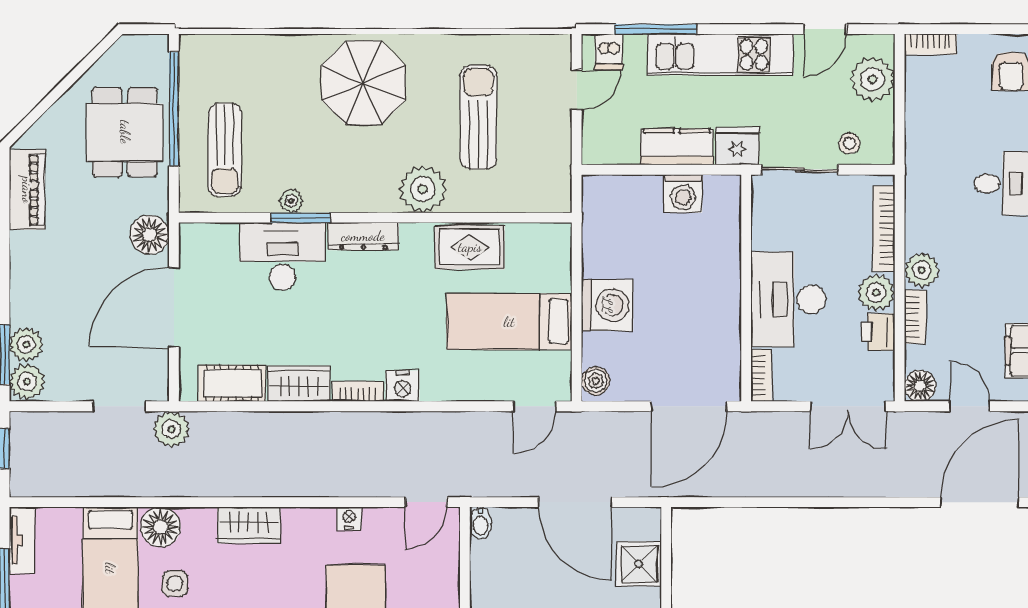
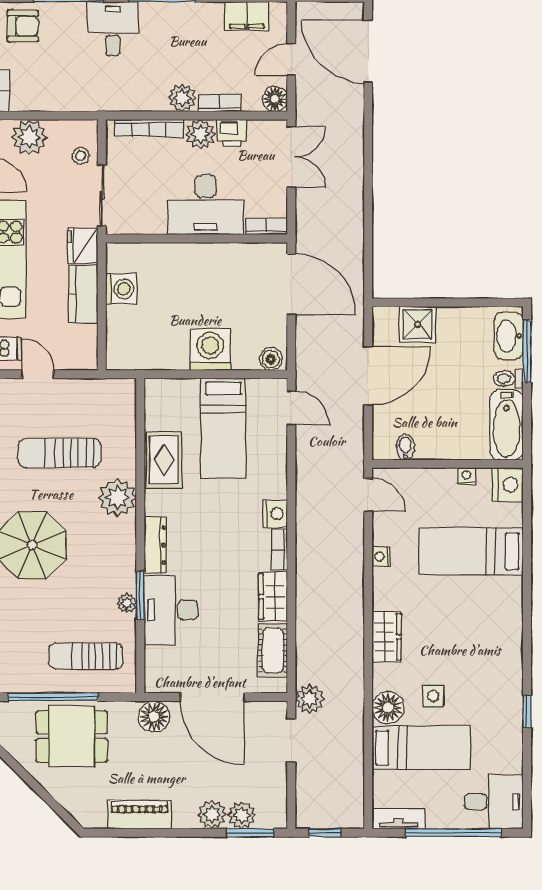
sun lounger: (225, 150) -> (86, 656), turned 180
piano: (27, 190) -> (139, 815), moved
plant: (27, 382) -> (212, 815), moved
bidet: (481, 523) -> (405, 447), moved, turned -90

